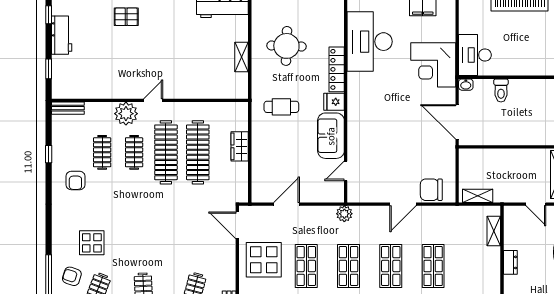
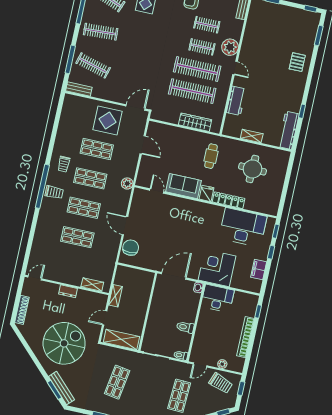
workbench: (62, 35) -> (236, 101), moved, turned -90
toilet: (501, 90) -> (185, 327), moved
wardrobe: (240, 146) -> (195, 122), width x1.50
shelving: (478, 196) -> (116, 296), moved

